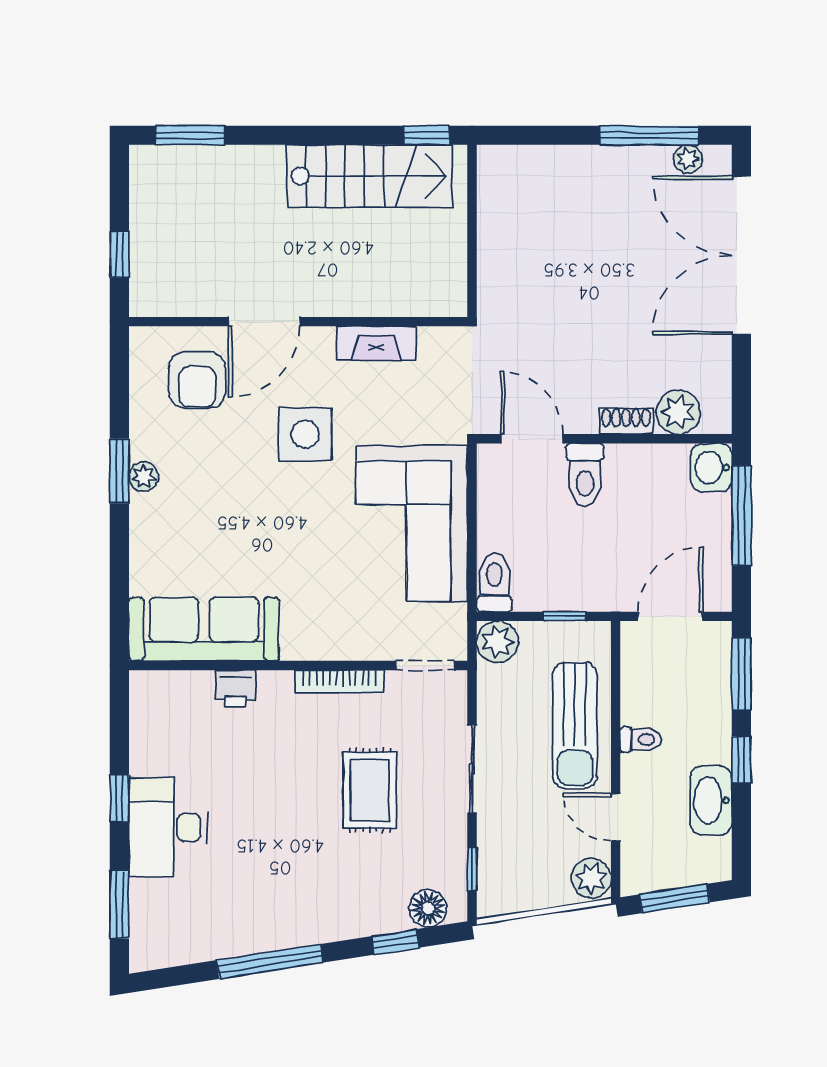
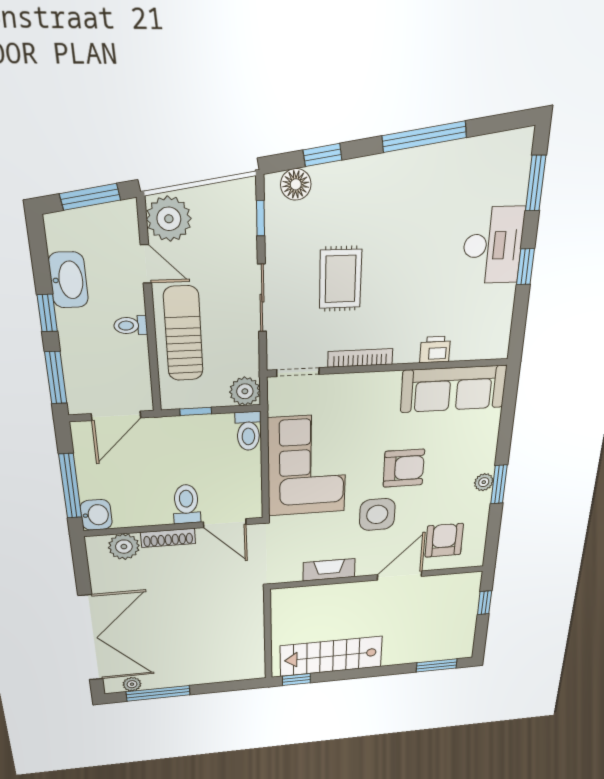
shoe rack: (626, 421) -> (168, 538), width x1.43
armchair: (269, 509) -> (404, 468), added
plant: (591, 878) -> (169, 219), width x1.36, depth x1.36

